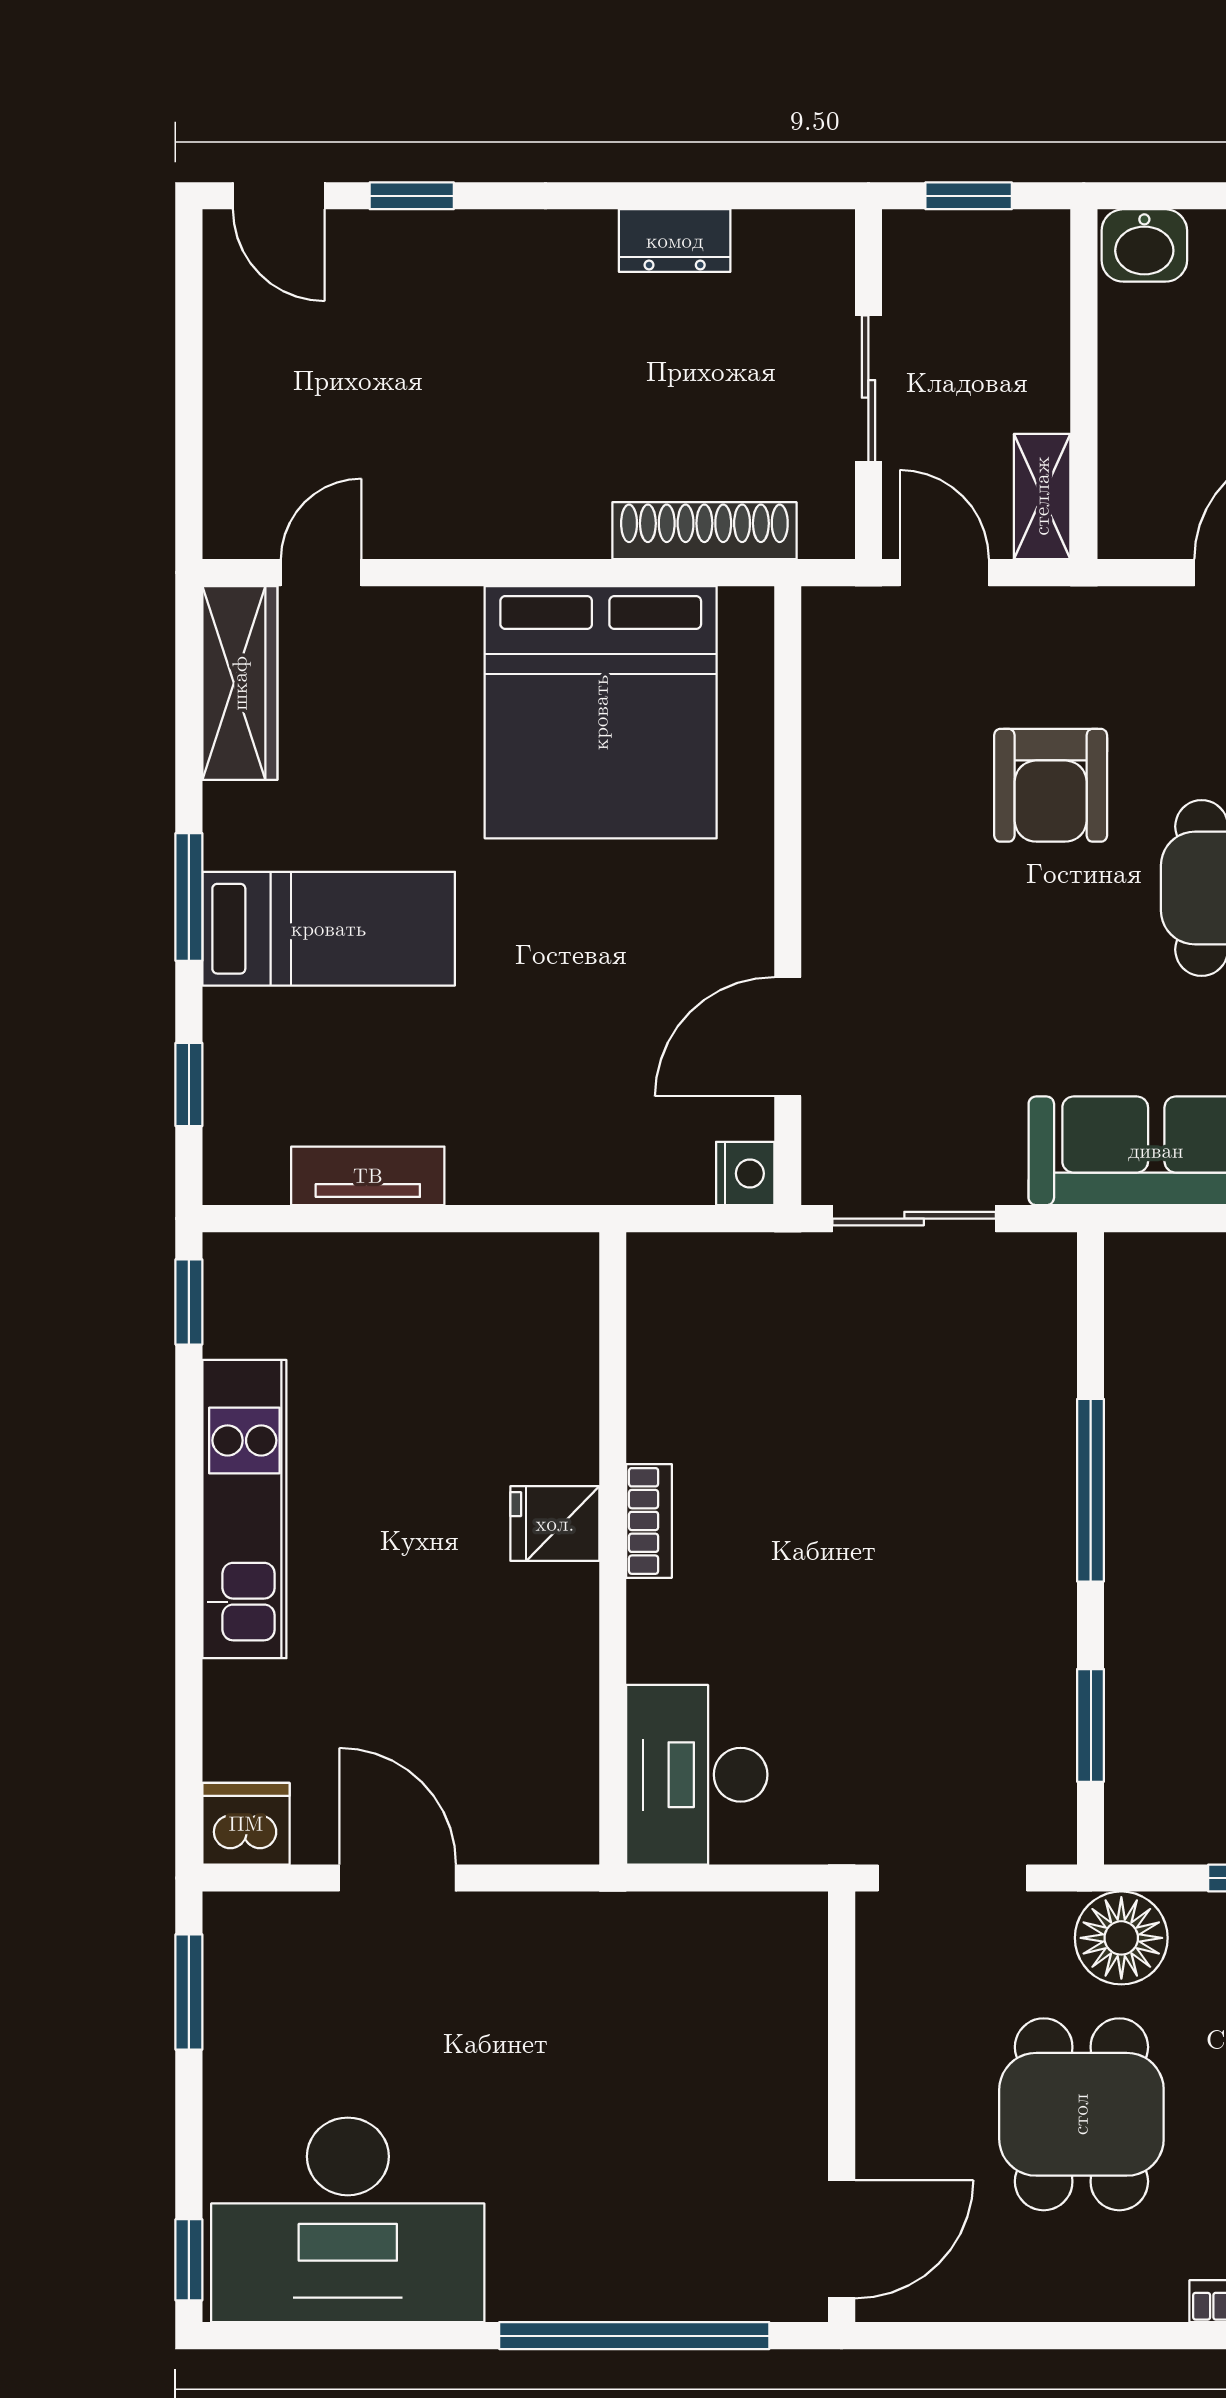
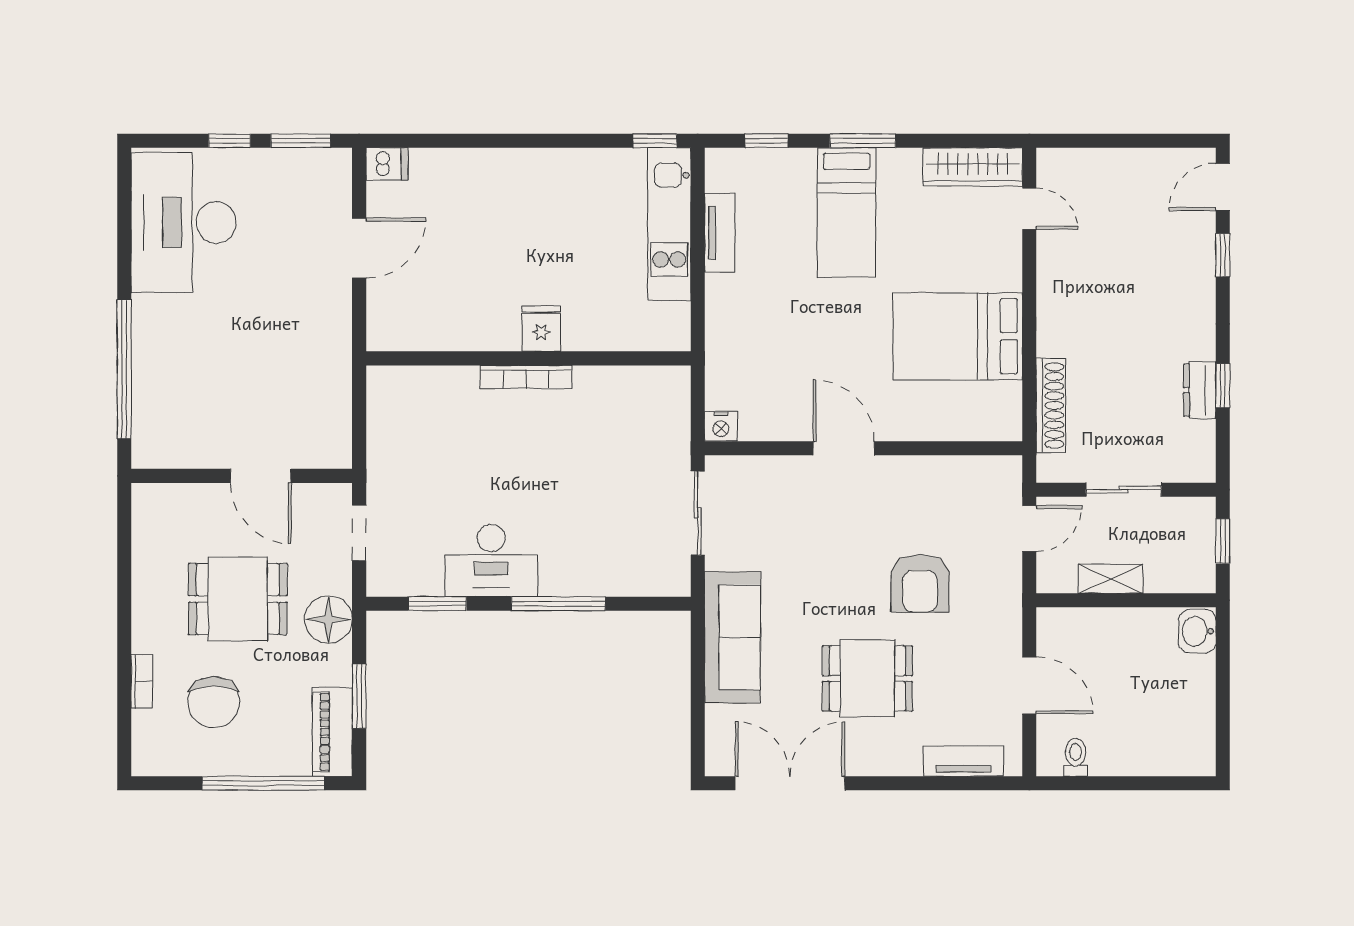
window: (666, 196) -> (1223, 386), added
shelving: (1042, 496) -> (1111, 579), moved
bed: (601, 712) -> (958, 336), width x0.73
armchair: (1051, 785) -> (920, 583), turned -90
door: (788, 1037) -> (844, 448), moved
kitchen unit: (244, 1509) -> (669, 224), moved, turned 90
bookcase: (649, 1521) -> (526, 377), width x1.56
desk: (697, 1775) -> (491, 561), moved, turned 180
dishwasher: (246, 1824) -> (387, 164), width x0.73
doorway: (953, 1878) -> (359, 533), width x0.73
door: (842, 2239) -> (261, 476), moved
window: (189, 2260) -> (230, 141), moved

